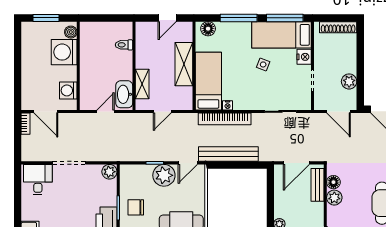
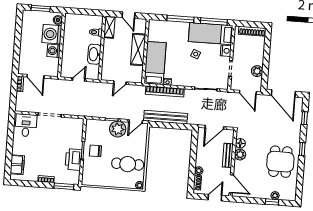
door: (167, 18) -> (129, 15), hinge flipped
floor lamp: (208, 29) -> (158, 25), removed
shelving: (142, 84) -> (109, 27), moved
washing machine: (68, 90) -> (54, 51), moved
washbasin: (124, 94) -> (94, 54), moved
plant: (109, 172) -> (78, 124), removed
bench: (318, 185) -> (228, 155), moved

